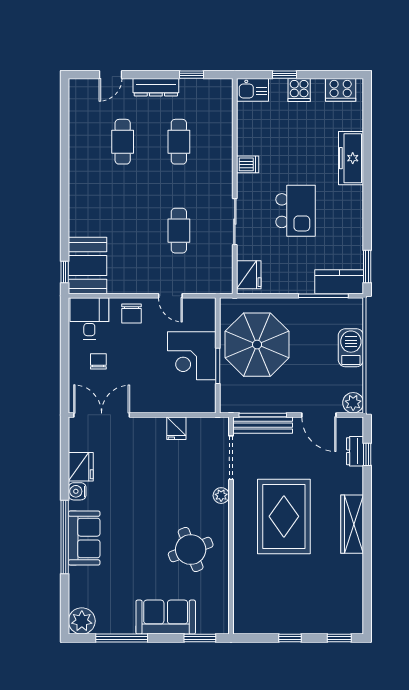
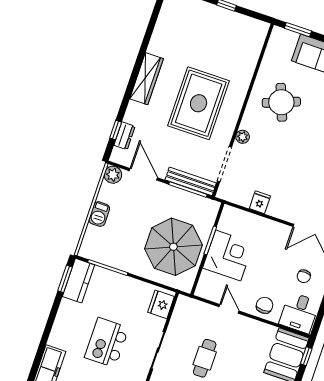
kitchen counter: (339, 282) -> (78, 281), moved, turned -90
barbecue: (351, 348) -> (99, 214), width x0.73, depth x0.79

